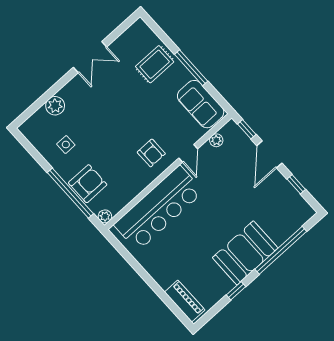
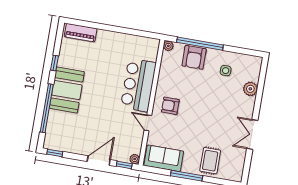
plant: (216, 140) -> (135, 159), moved
door: (269, 154) -> (99, 161), hinge flipped
window: (296, 184) -> (55, 153), moved
bar counter: (159, 208) -> (138, 85), width x0.73

